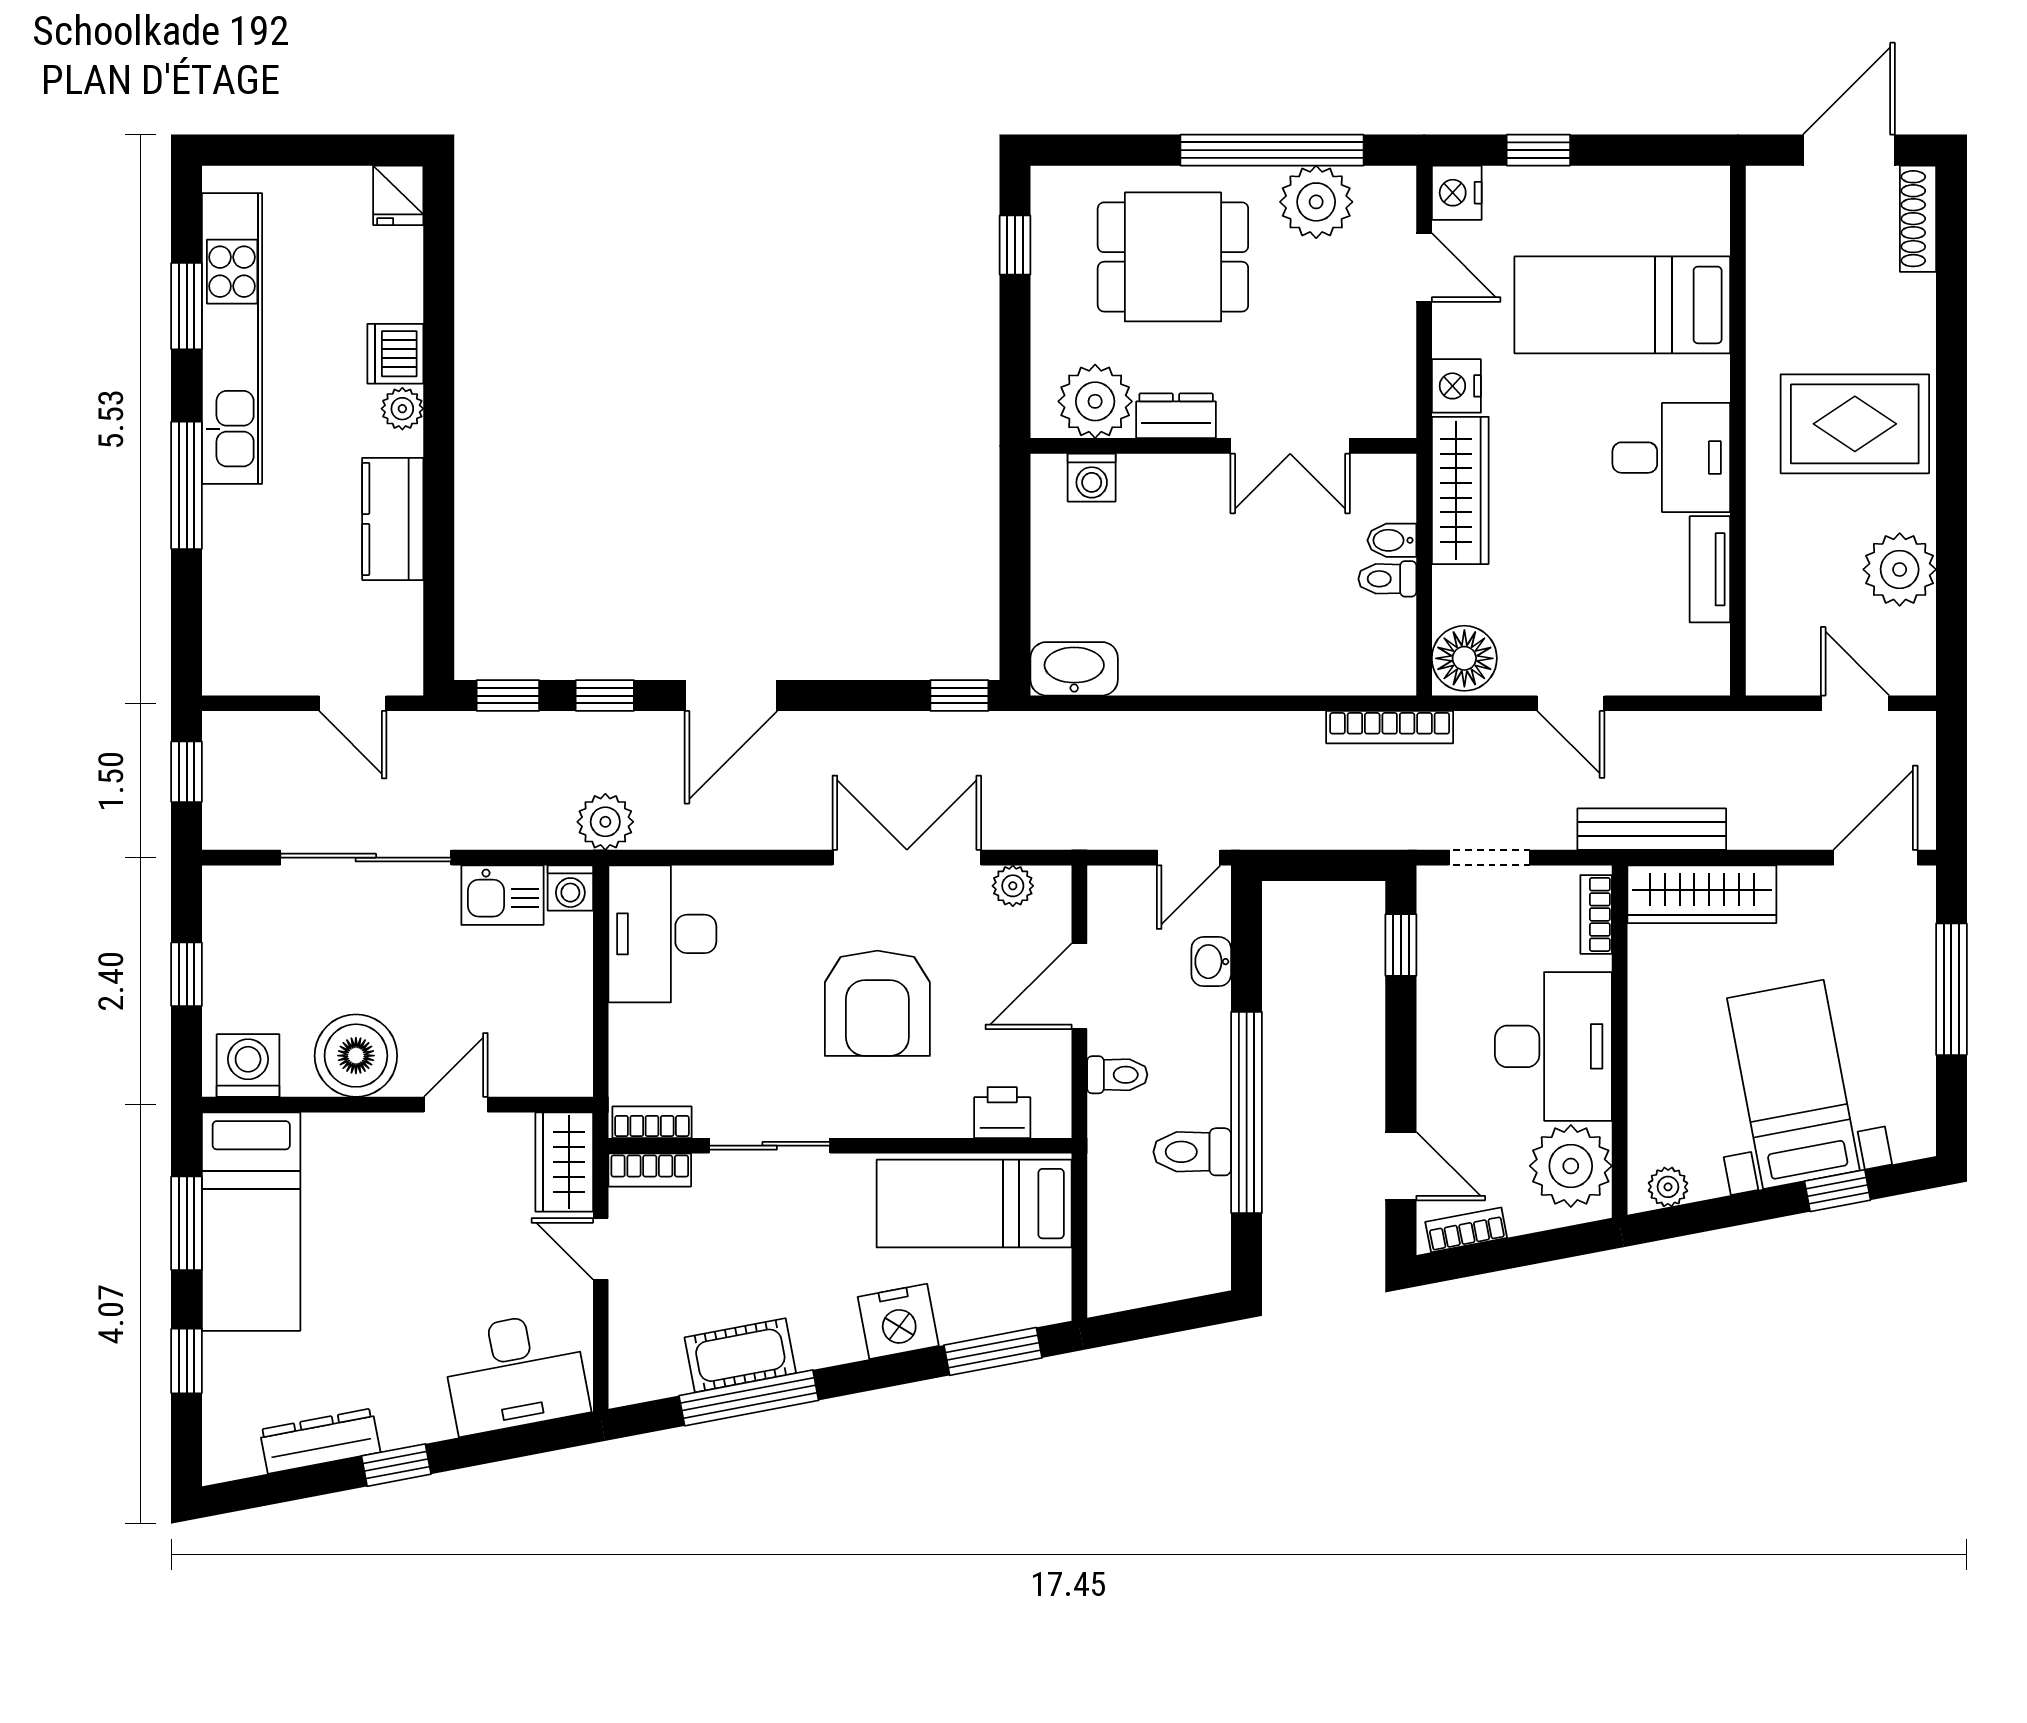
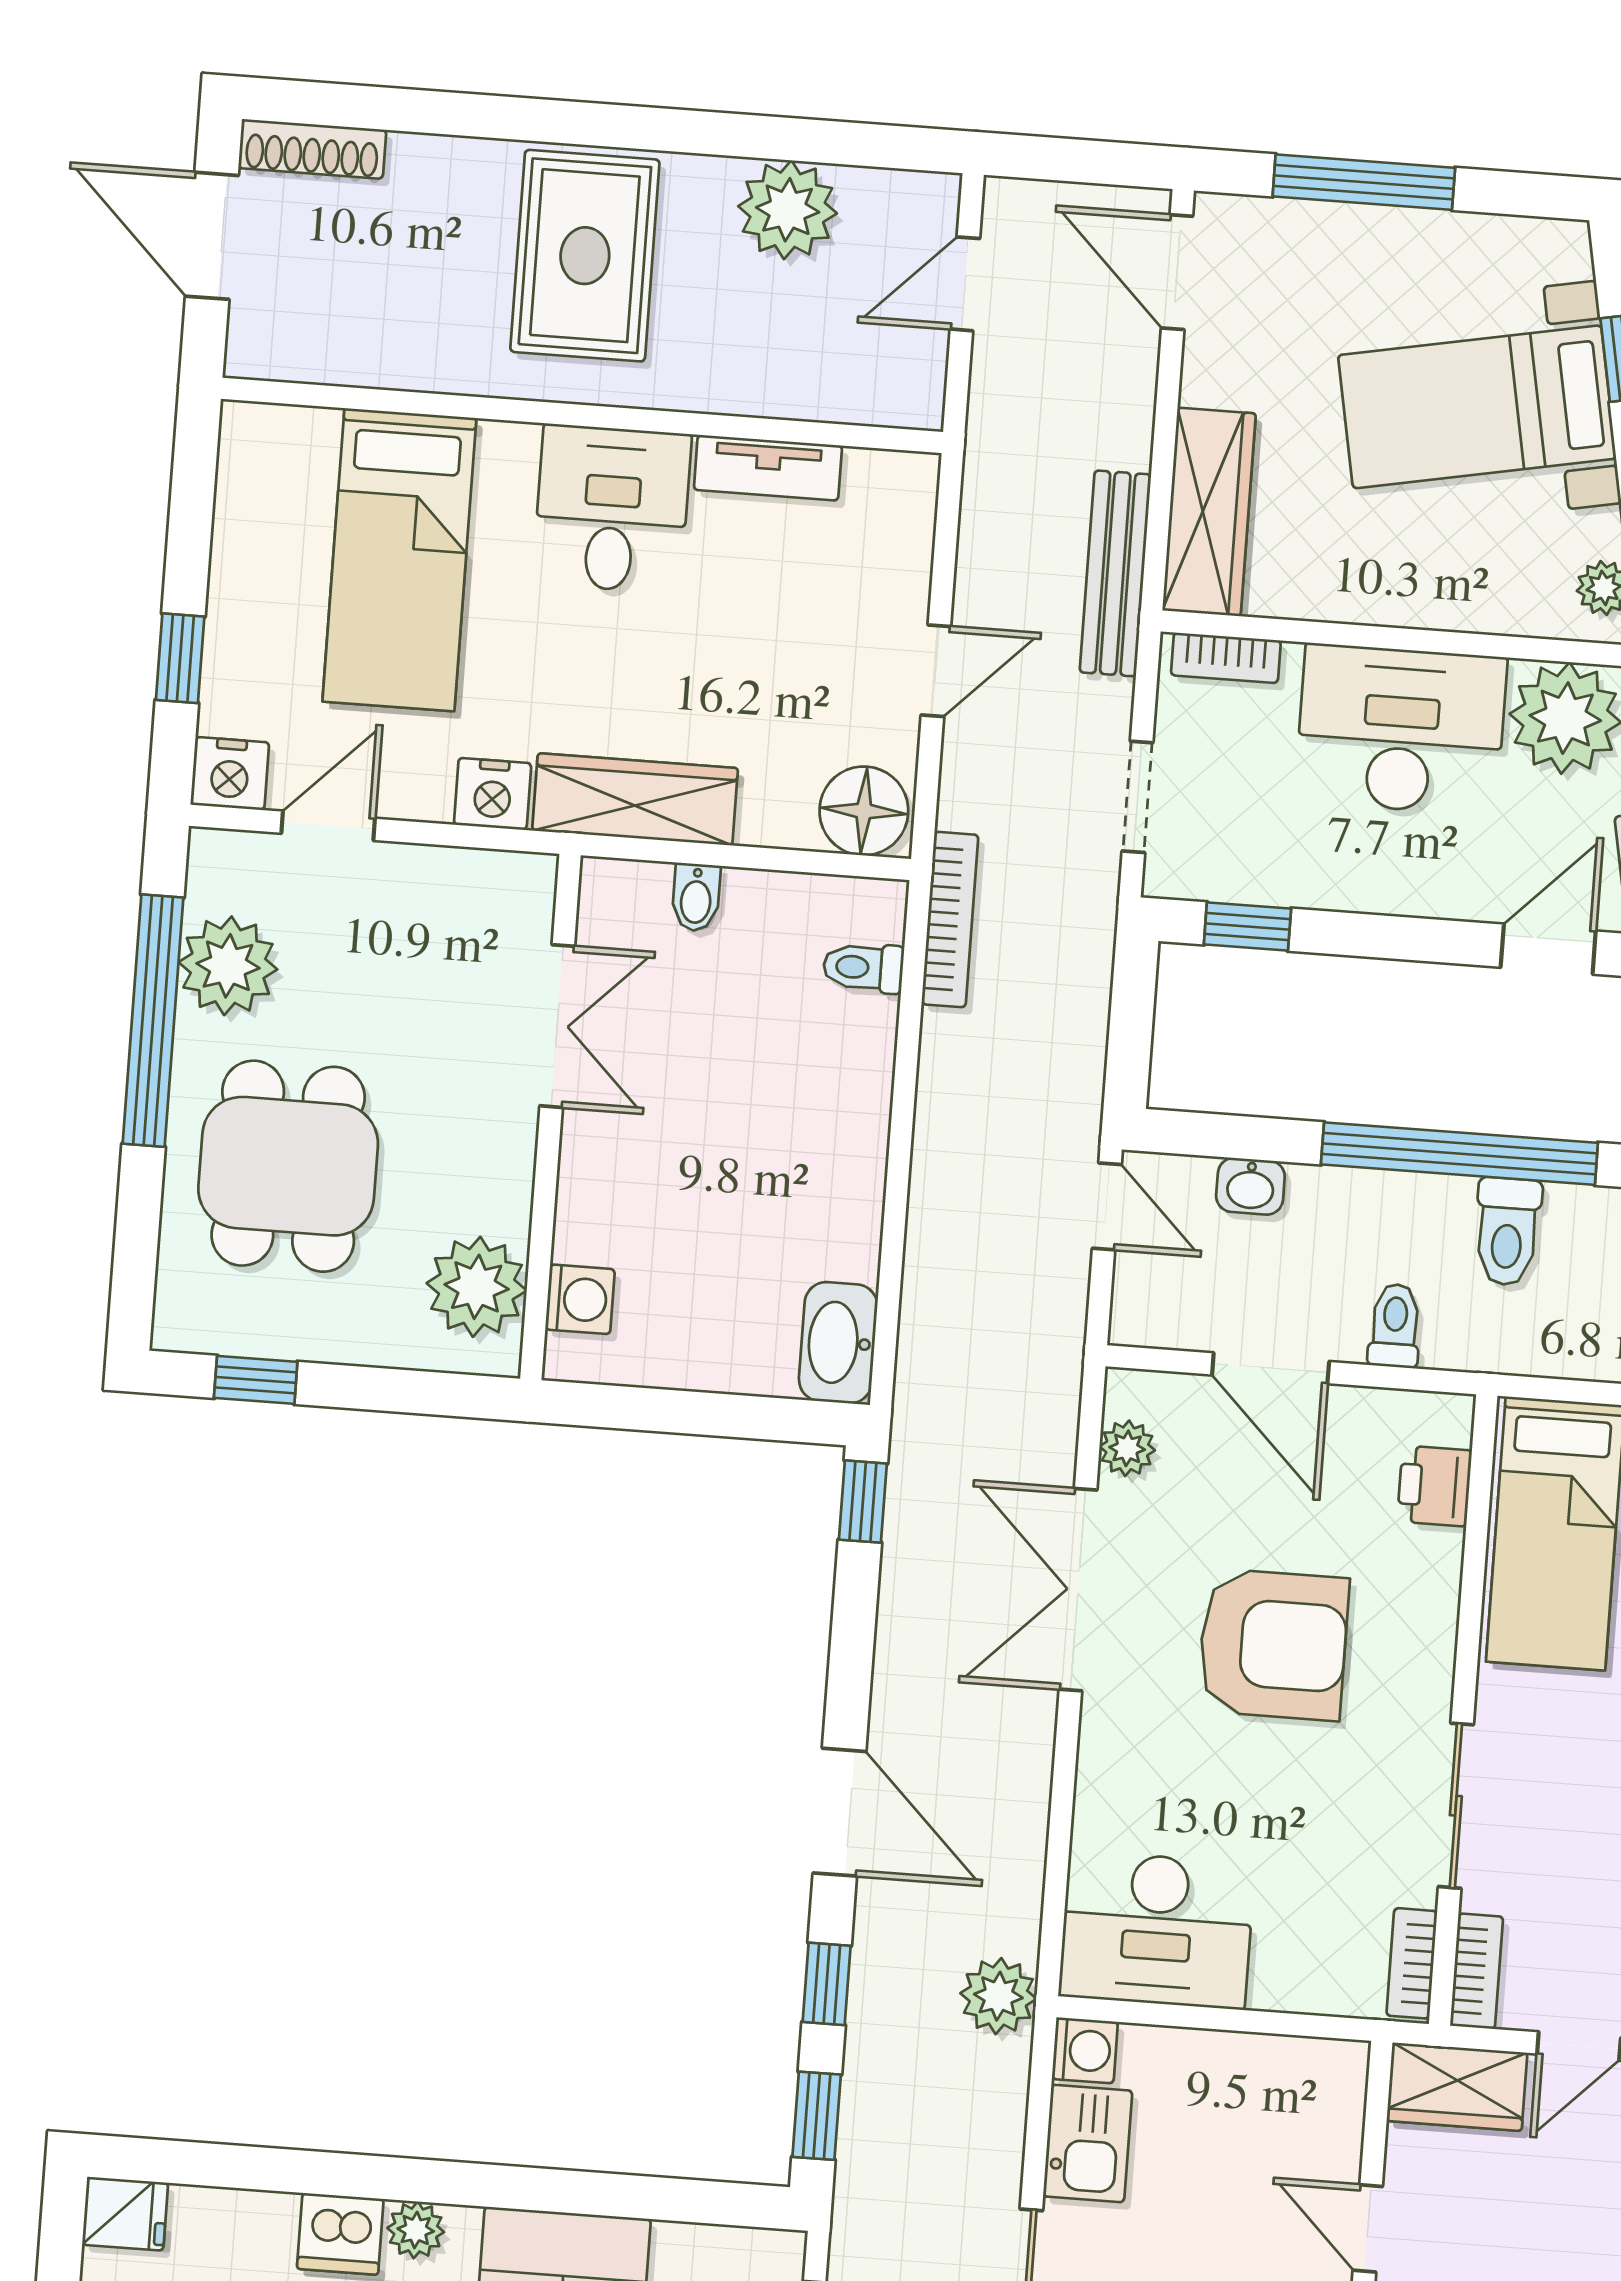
dresser: (1176, 416) -> (505, 1178), removed
toilet: (1387, 579) -> (863, 968), moved, turned 90

